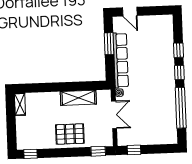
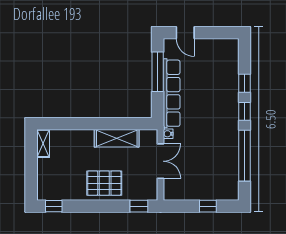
window: (109, 44) -> (158, 72), width x1.44
window: (134, 150) -> (208, 206), moved

